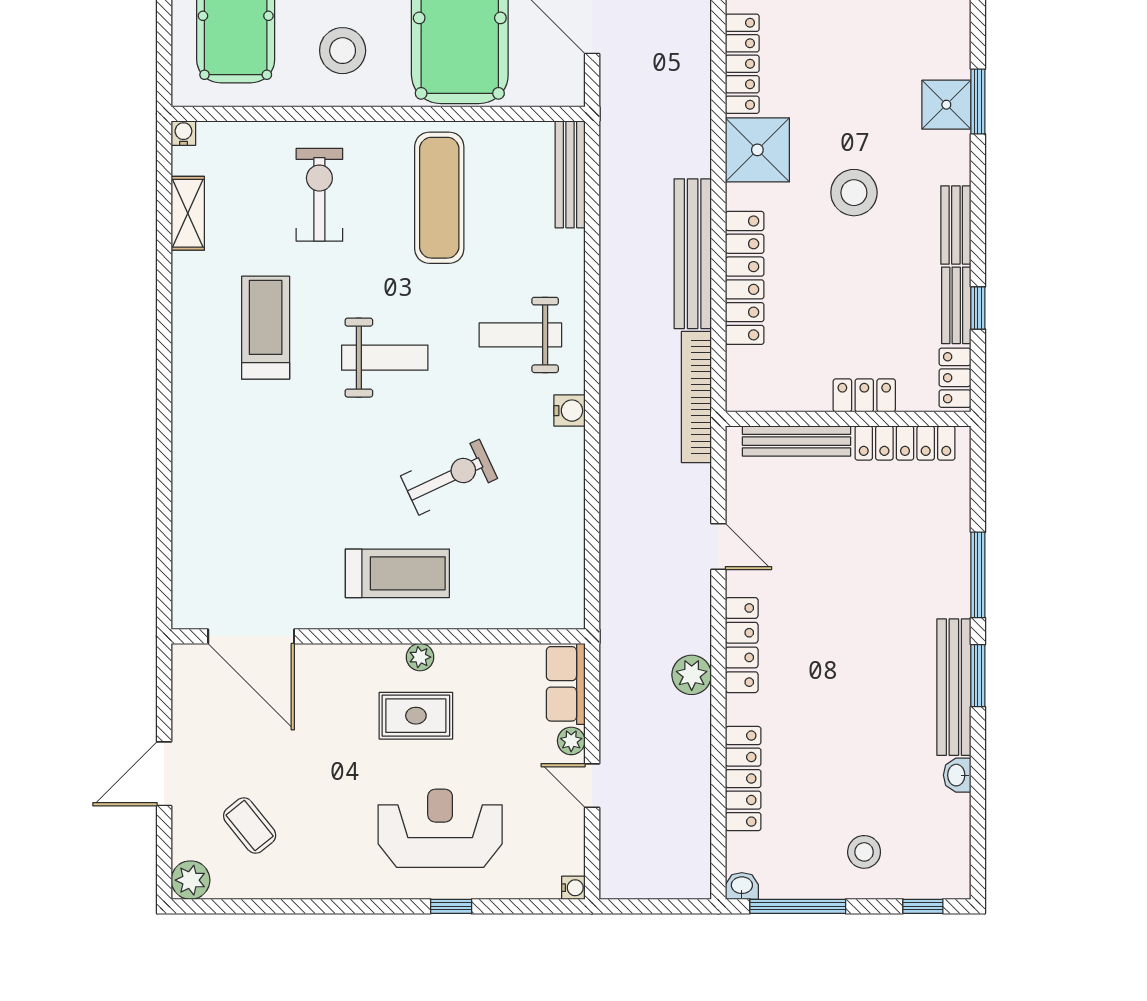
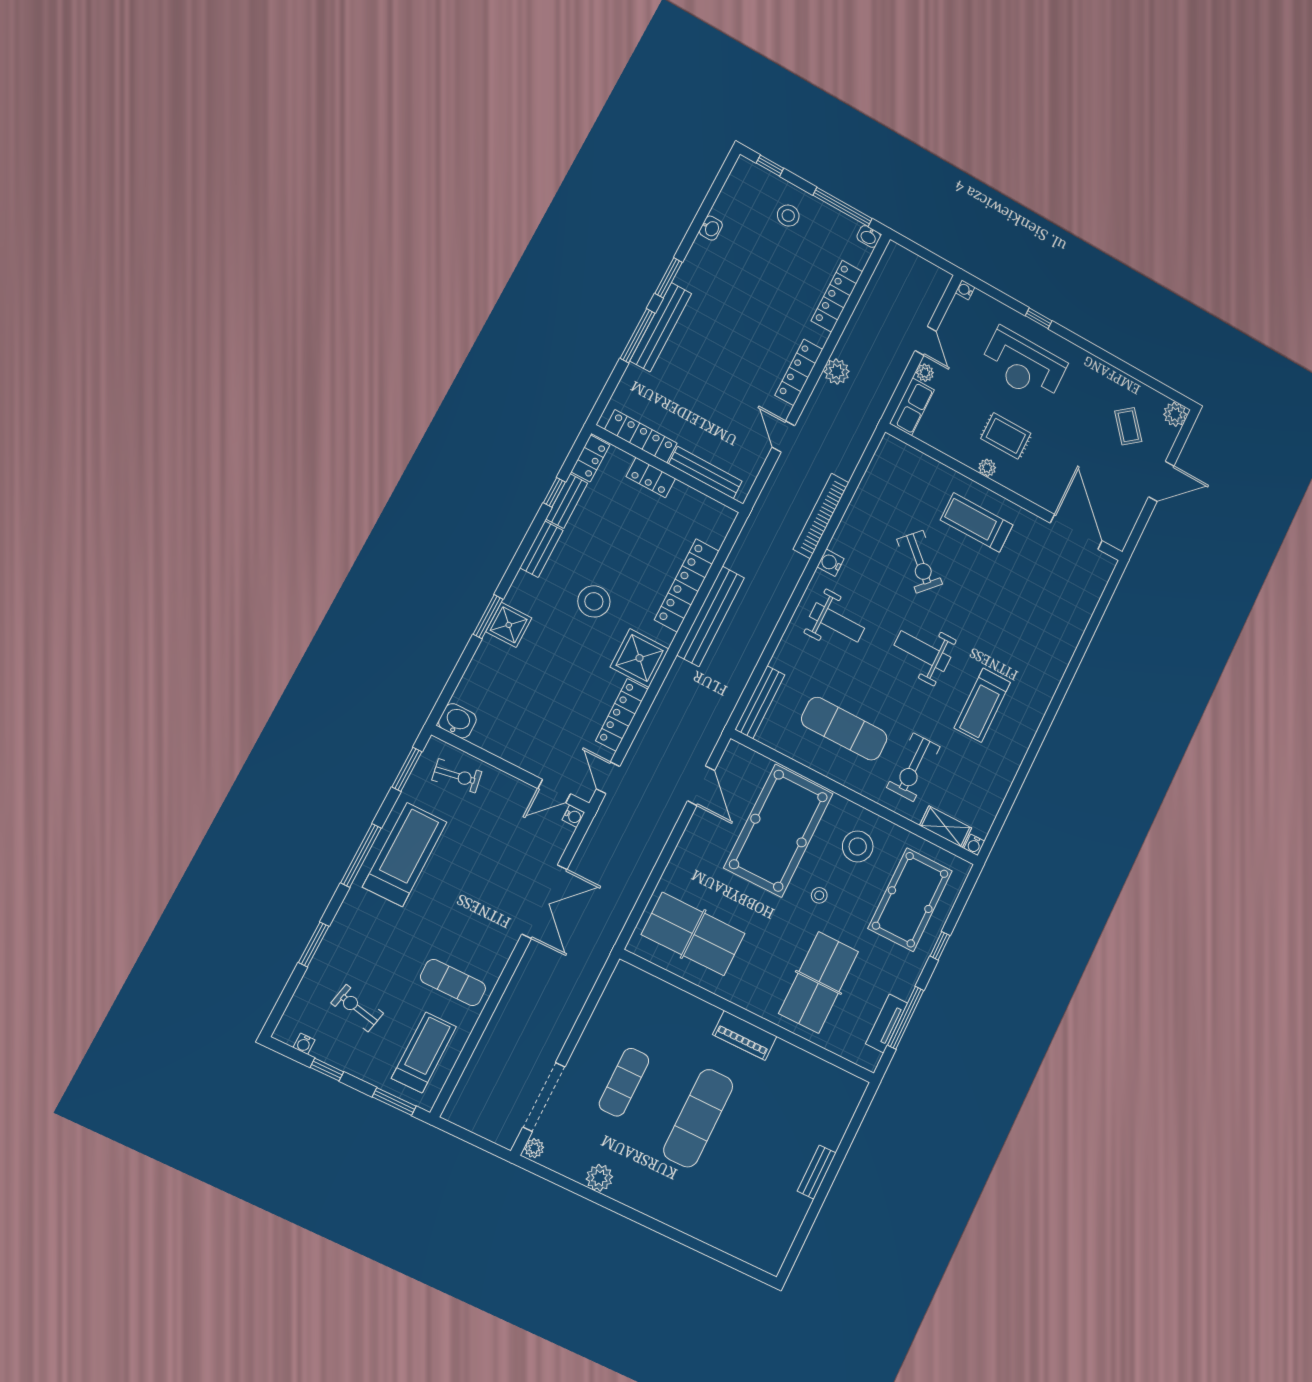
exercise mat: (439, 198) -> (844, 729), turned 90
shelving: (188, 213) -> (946, 827), moved, turned 90
bookcase: (696, 397) -> (821, 516), moved, turned 180
exercise bike: (449, 477) -> (920, 562), turned -112
bench: (954, 687) -> (661, 327), moved

